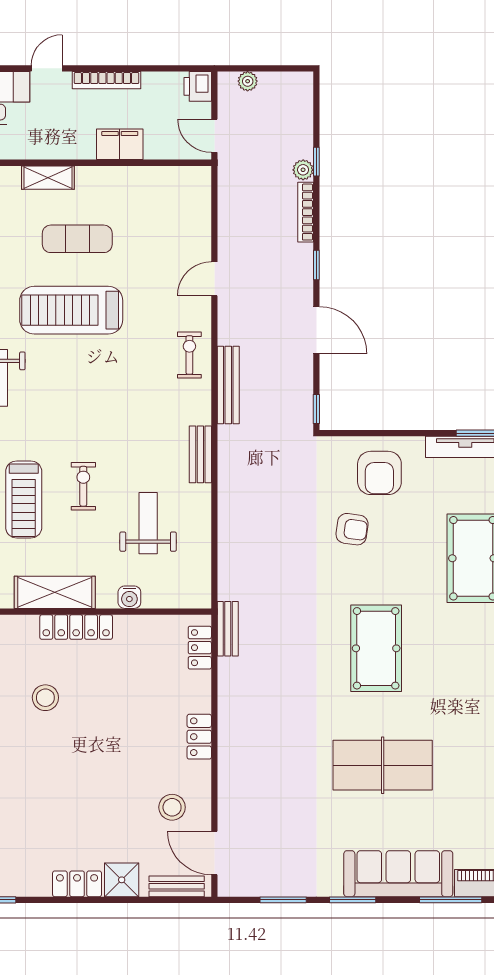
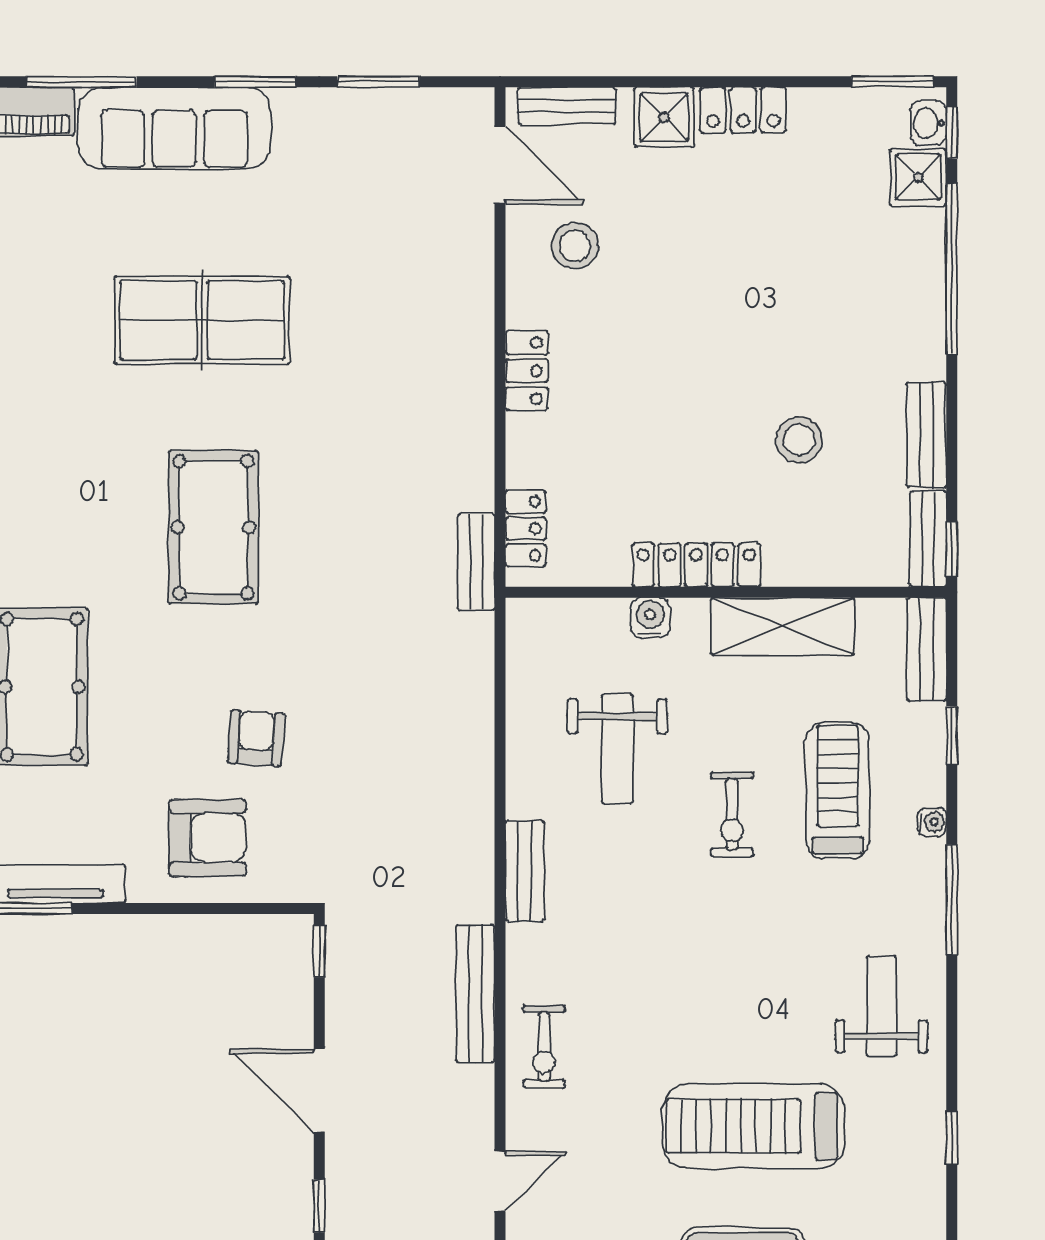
treadmill: (71, 310) -> (753, 1126), turned 180
armchair: (379, 473) -> (208, 838), turned 90
armchair: (352, 529) -> (256, 738), turned 86
locker: (76, 627) -> (696, 565), moved

